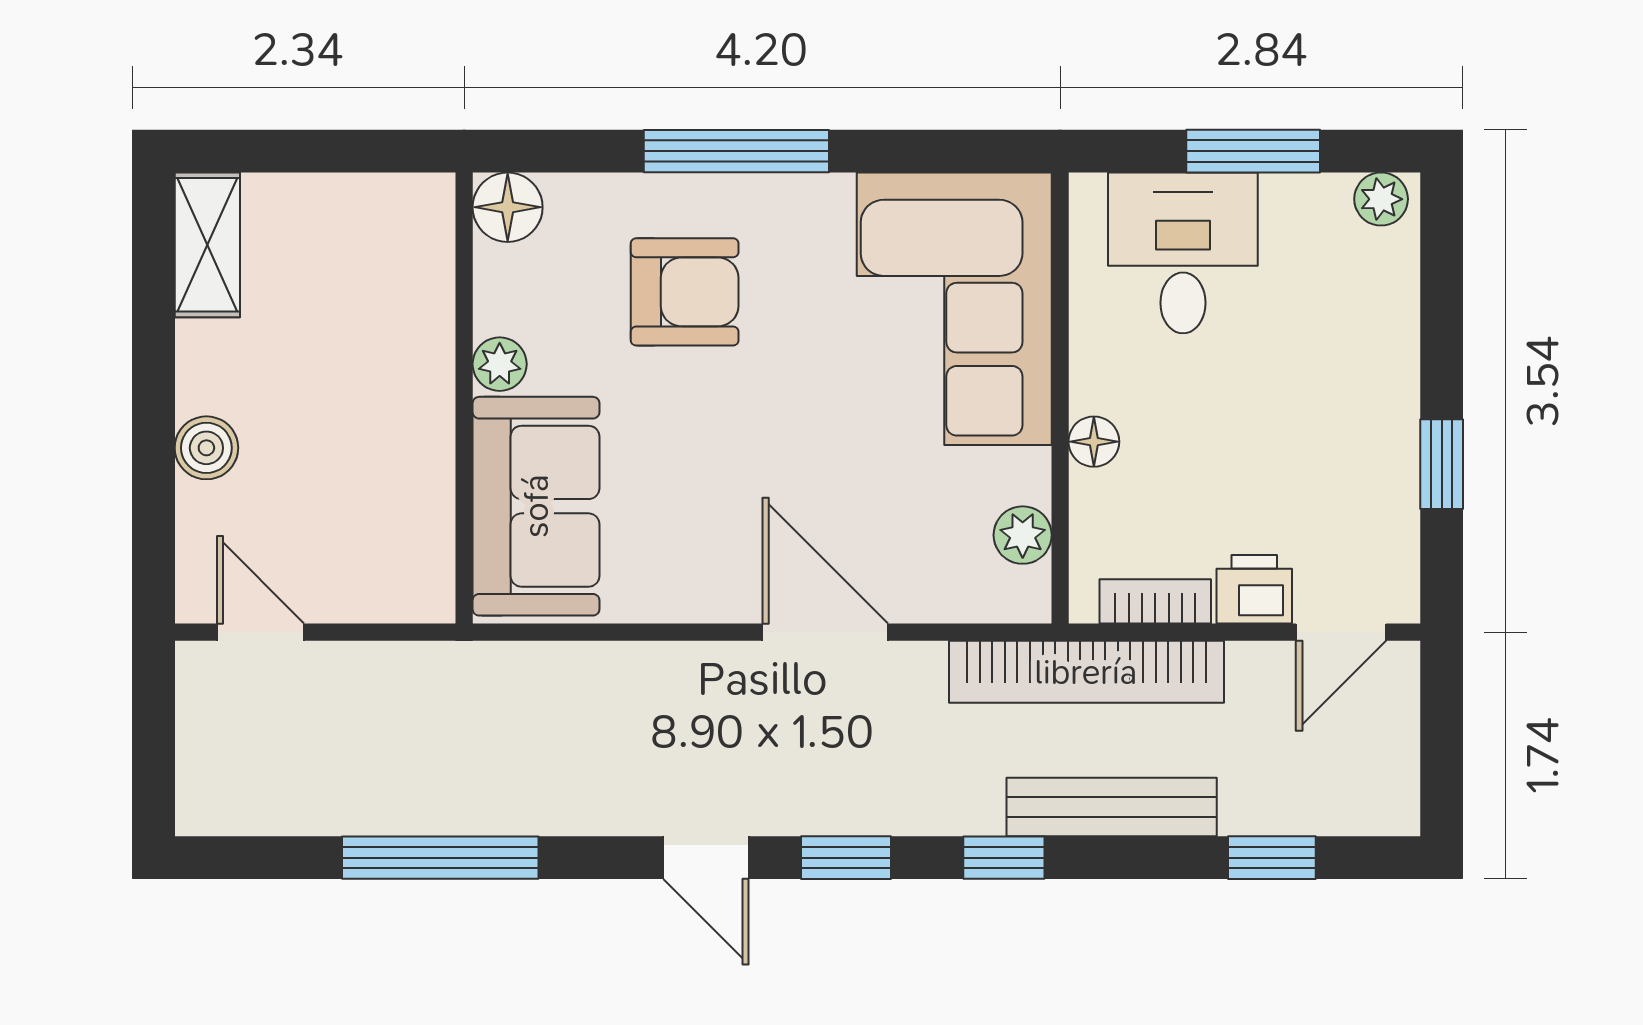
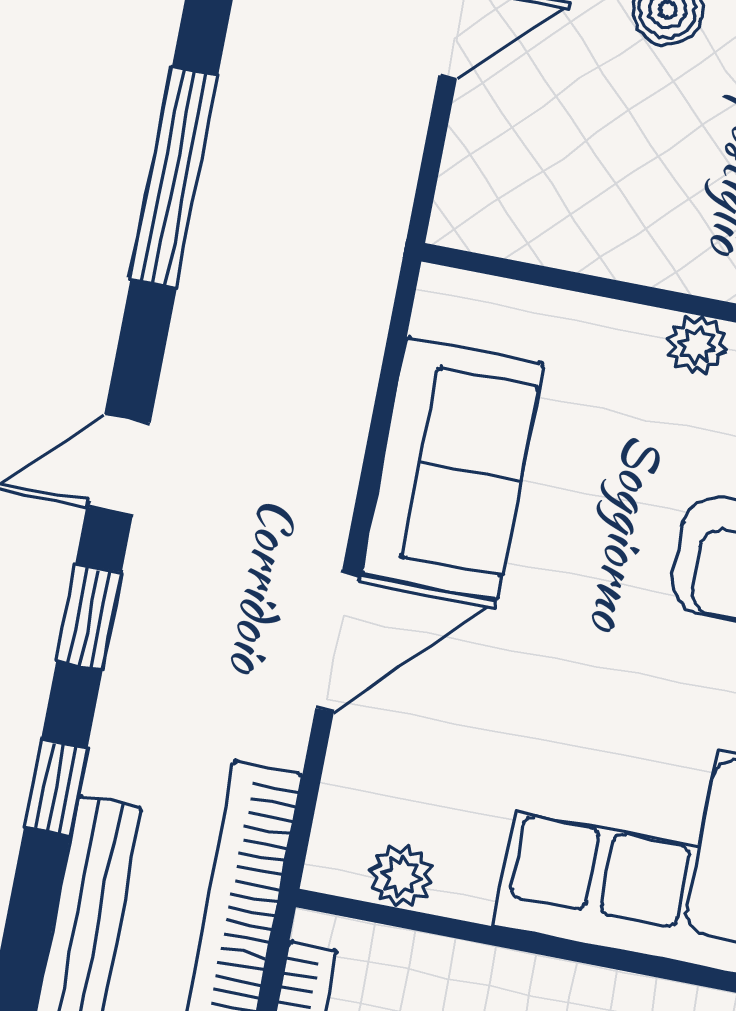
floor lamp: (1094, 442) -> (488, 973), removed
sofa: (536, 506) -> (452, 469), moved, turned -90

